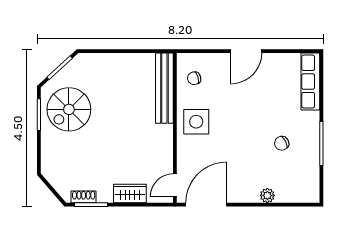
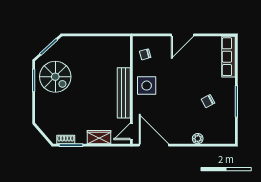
bench: (164, 88) -> (124, 93), moved
spiral stairs: (69, 109) -> (55, 77), turned -90
door: (206, 205) -> (154, 145), hinge flipped

